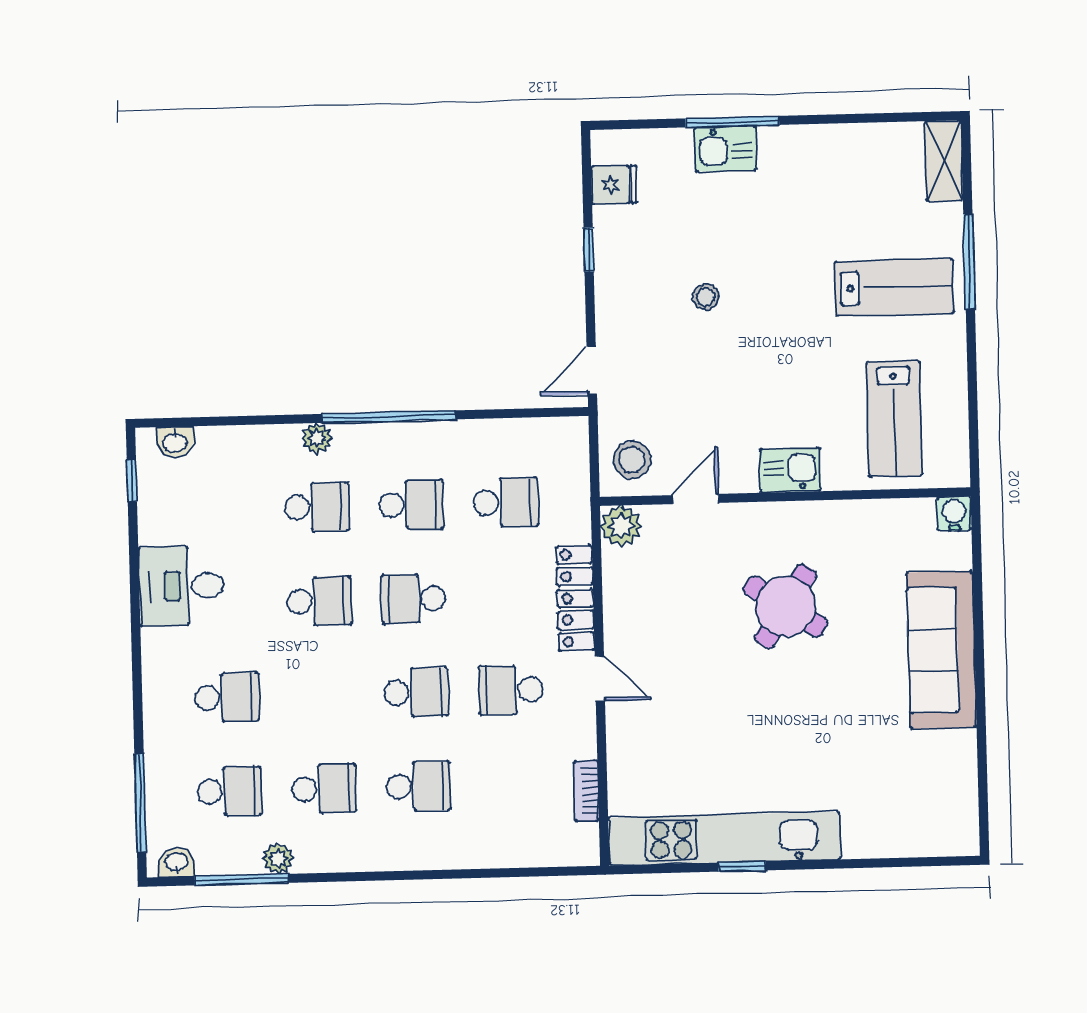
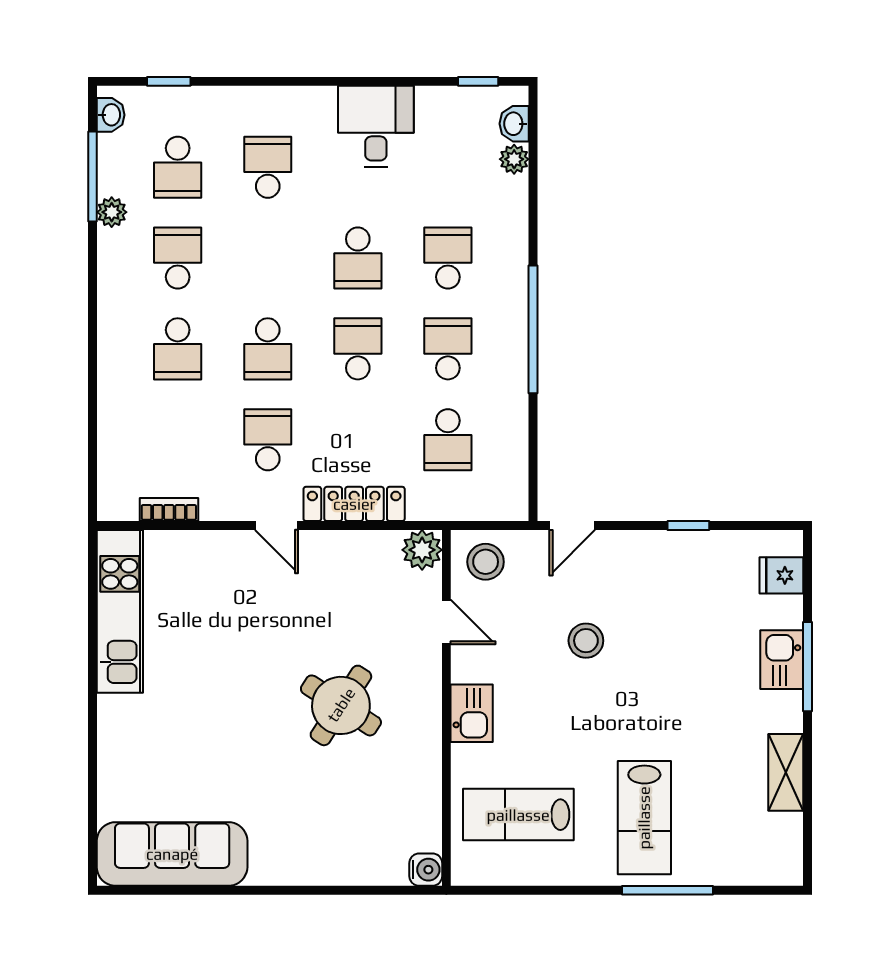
shelving: (944, 161) -> (786, 772), moved, turned 90
fridge: (614, 185) -> (781, 575), moved, turned 90
stool: (705, 297) -> (586, 641), moved, width x1.37, depth x1.37
door: (592, 371) -> (572, 526), swing flipped
plant: (317, 438) -> (514, 159), moved
school desk: (411, 505) -> (448, 349), turned 180
school desk: (317, 507) -> (448, 258), turned 180
sofa: (941, 650) -> (172, 854), moved
door: (600, 678) -> (276, 526), hinge flipped
school desk: (227, 697) -> (268, 167), turned 180
school desk: (324, 789) -> (178, 258), turned 180
window: (140, 803) -> (169, 81), width x0.46
kitchen unit: (724, 839) -> (120, 611), width x0.73
window: (742, 866) -> (92, 657), removed

